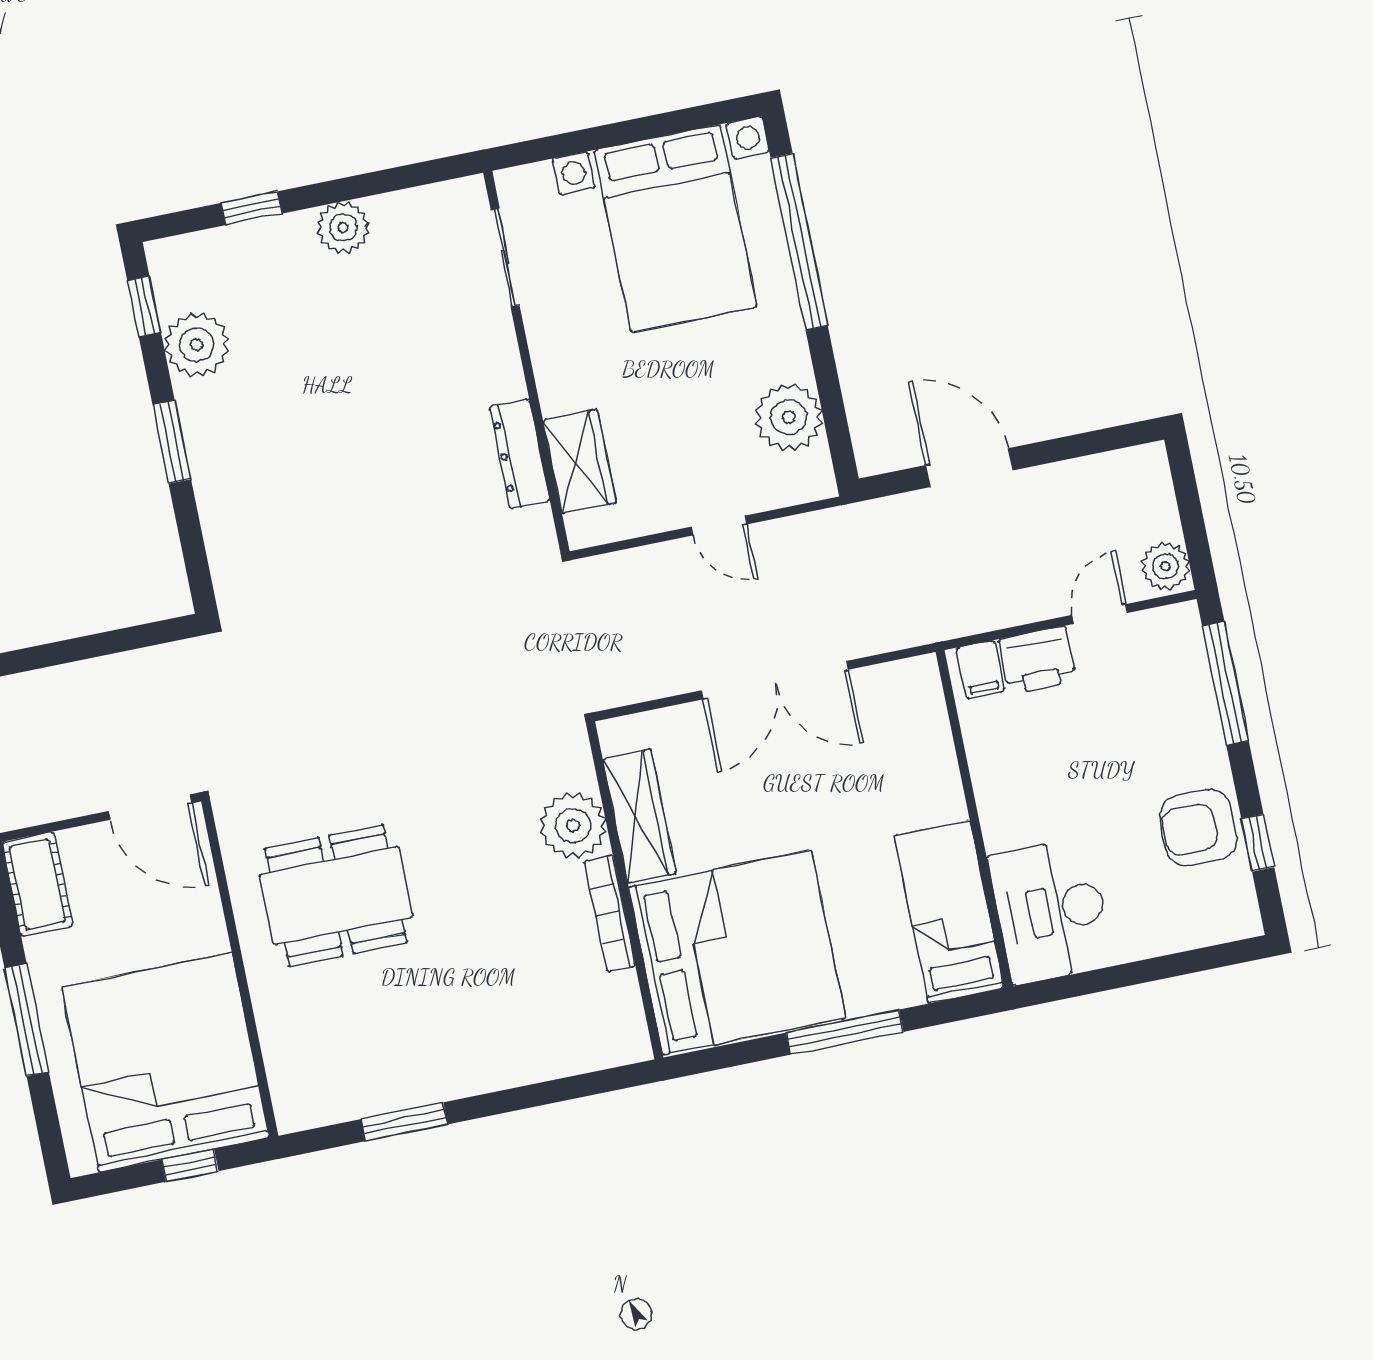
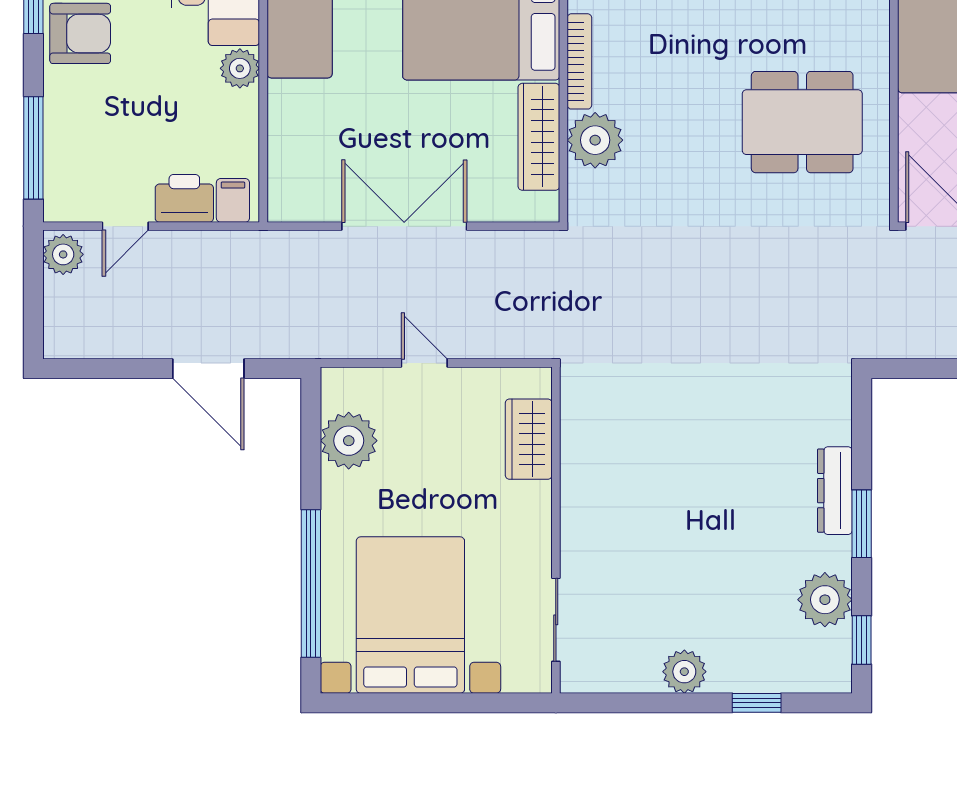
dresser: (520, 454) -> (835, 491), moved, turned 180
plant: (1004, 825) -> (240, 68), added

